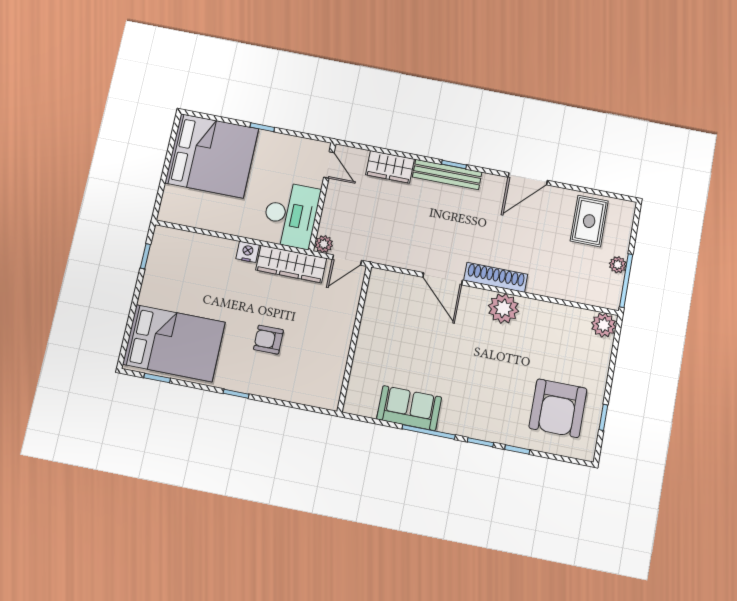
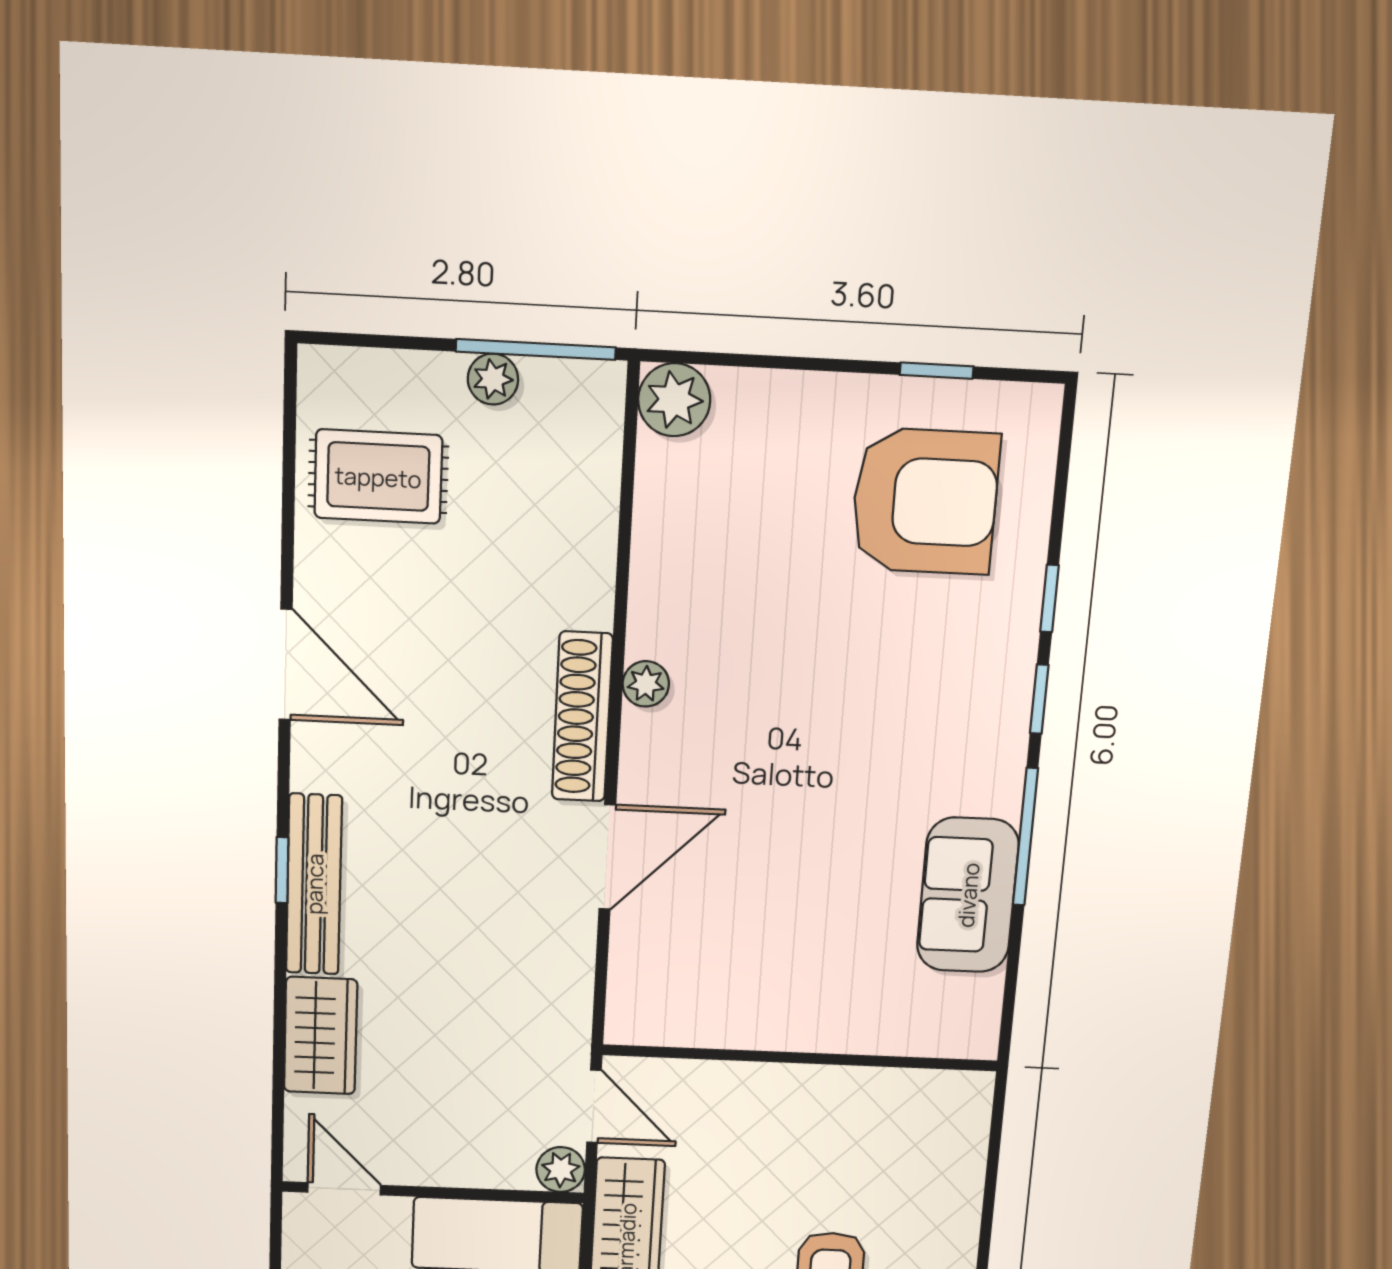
door: (329, 165) -> (344, 1189), hinge flipped
plant: (503, 308) -> (646, 684), width x0.53, depth x0.53

